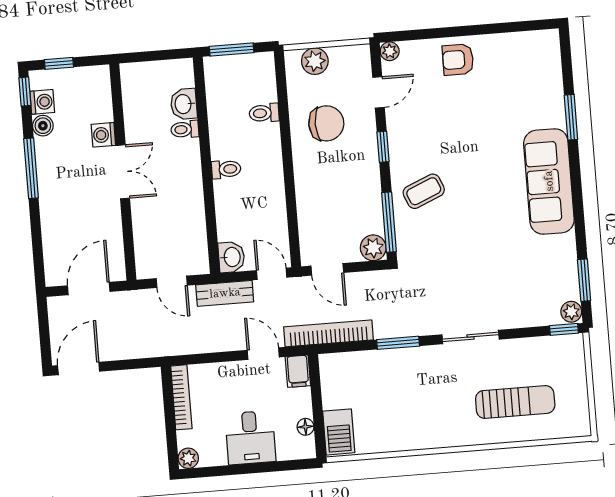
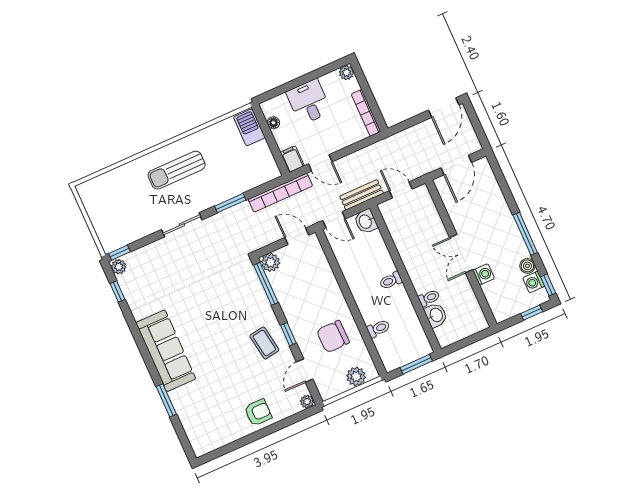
coffee table: (424, 191) -> (264, 343), moved, turned -76
window: (584, 280) -> (118, 291), width x0.67
sun lounger: (515, 402) -> (177, 170), moved

